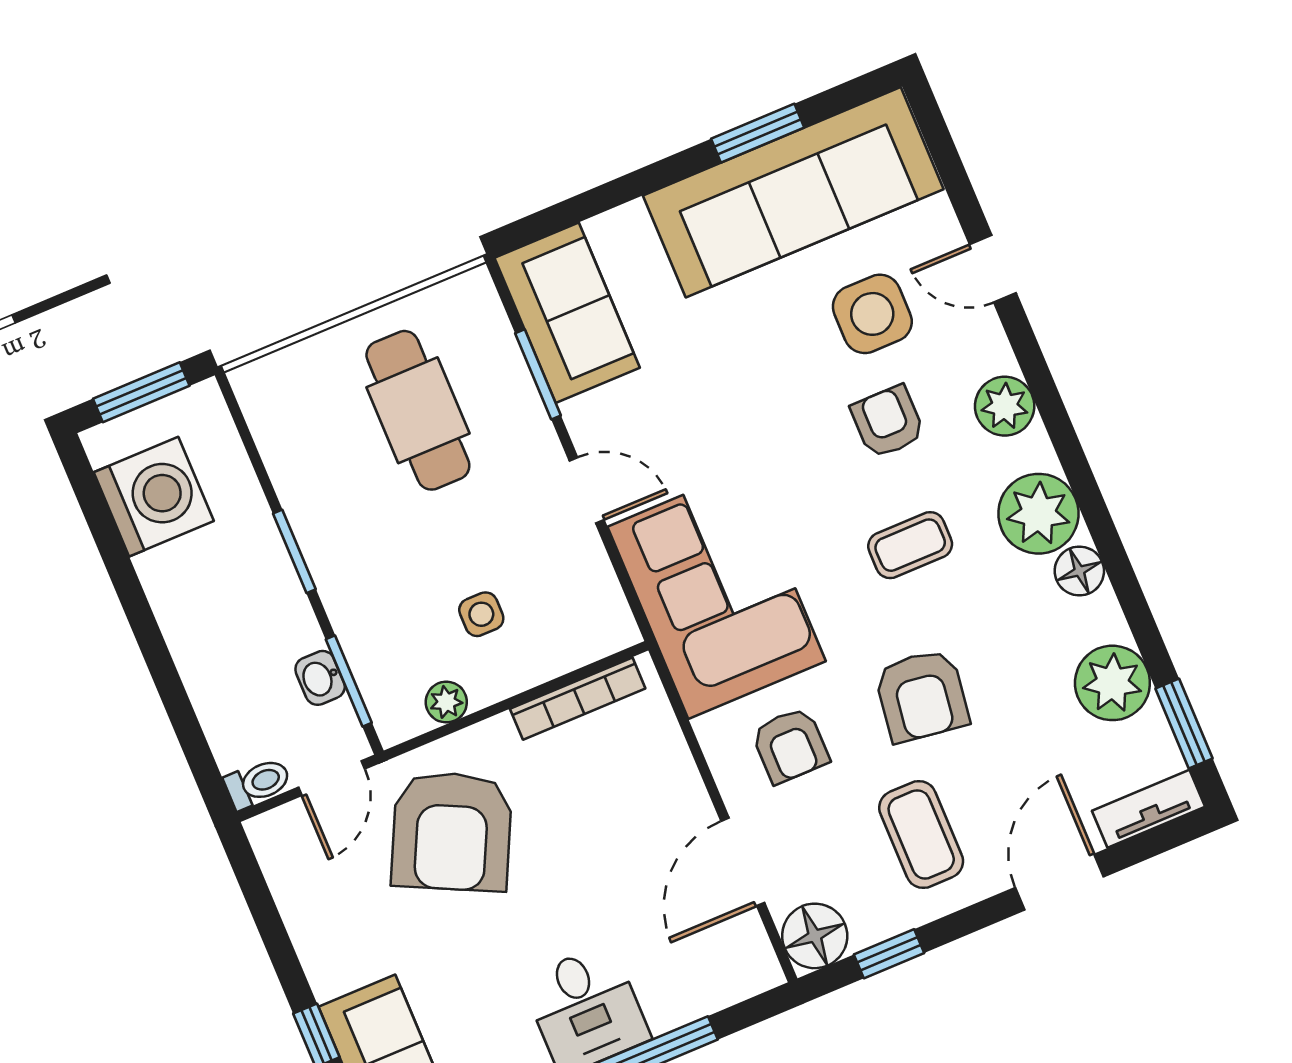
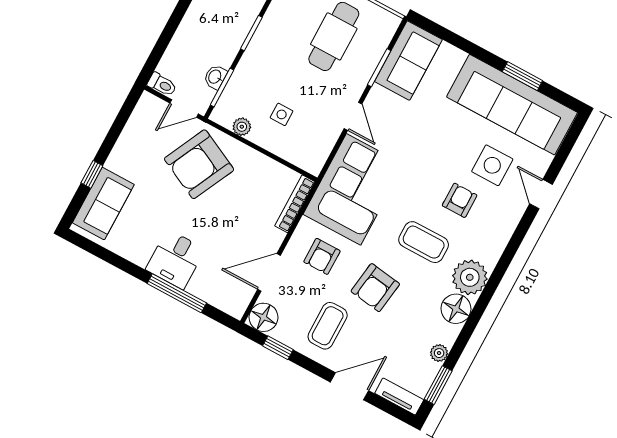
plant: (1005, 406) -> (497, 236), removed
coffee table: (910, 545) -> (424, 242), width x1.36, depth x1.30
floor lamp: (1079, 571) -> (456, 309), width x1.38, depth x1.38
plant: (1112, 683) -> (439, 353), width x0.53, depth x0.53
bookcase: (578, 699) -> (295, 204), moved, turned 90

